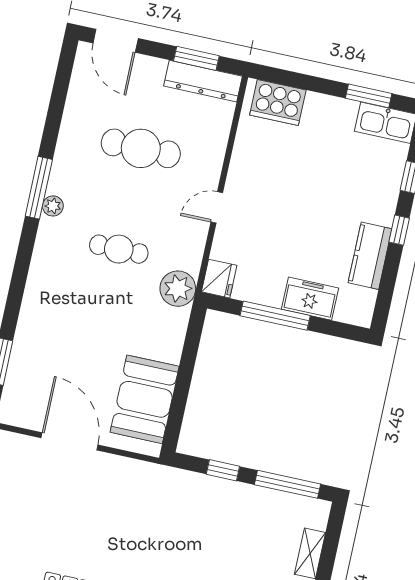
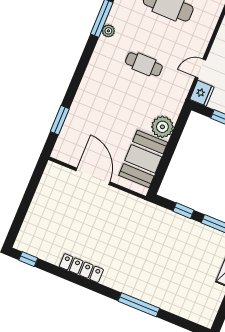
door: (217, 207) -> (200, 68), moved
plant: (178, 289) -> (162, 127), moved

